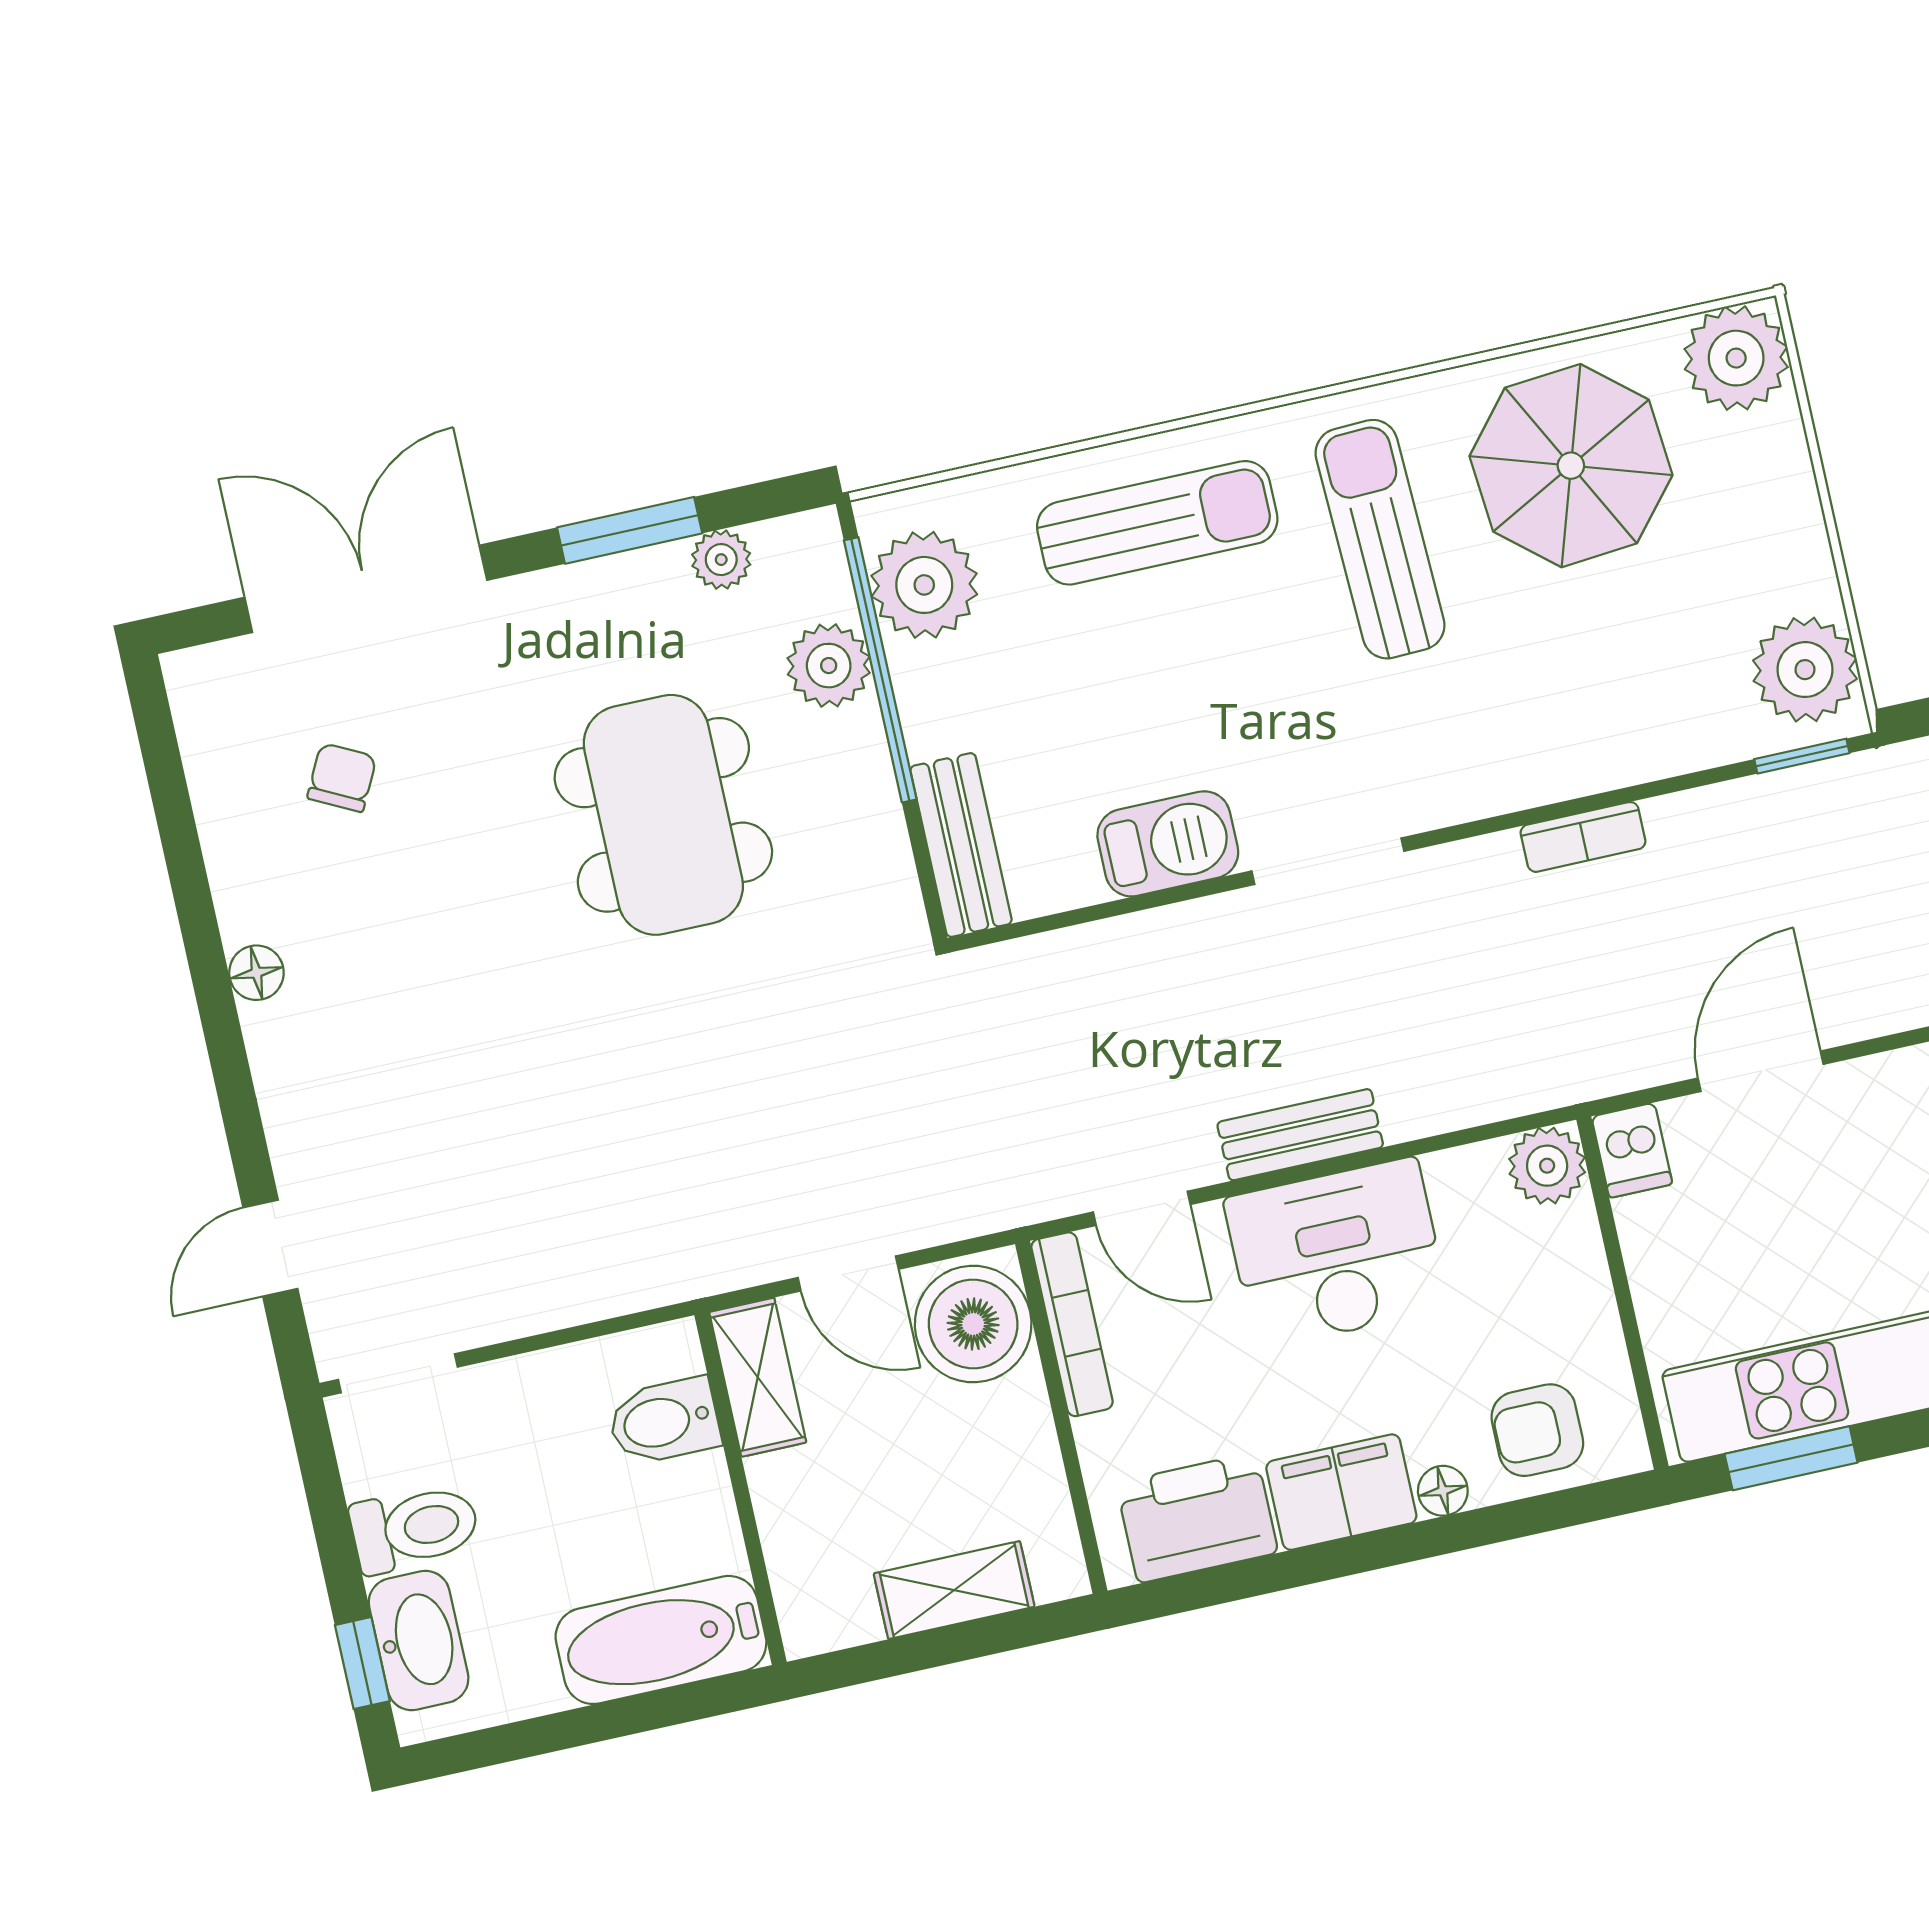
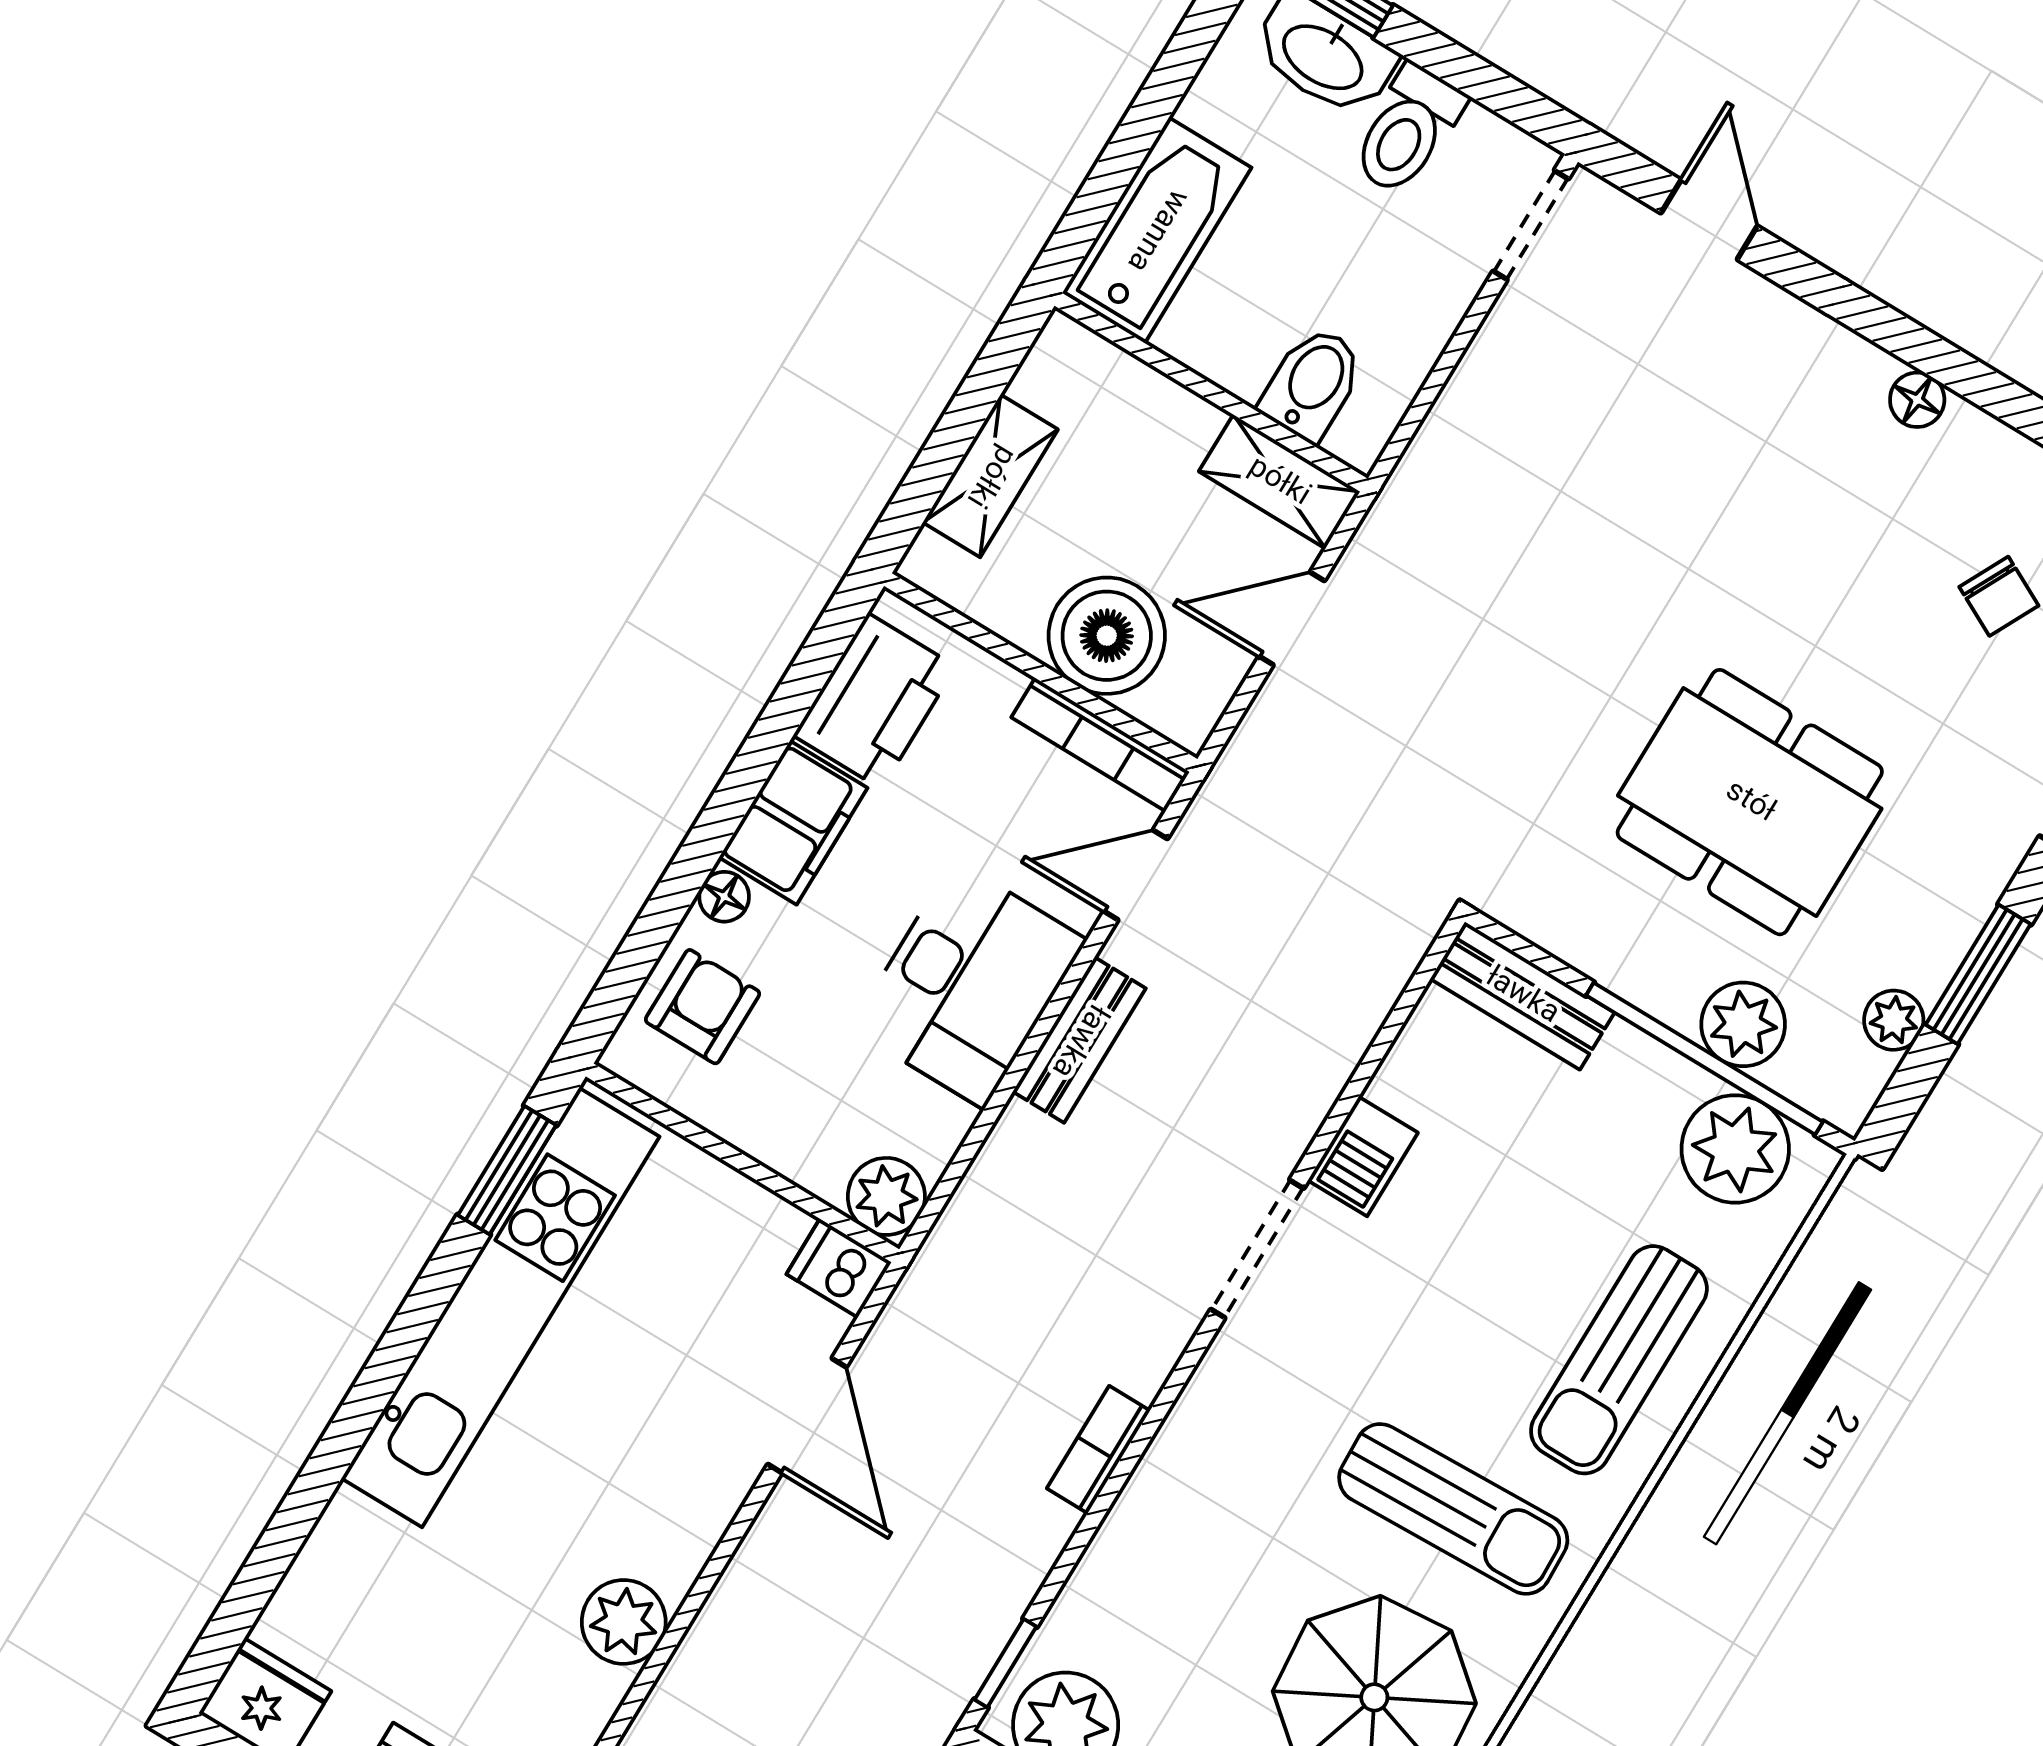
barbecue: (1168, 844) -> (1363, 1157), width x0.73, depth x0.79
boiler: (973, 1324) -> (1107, 636), moved

